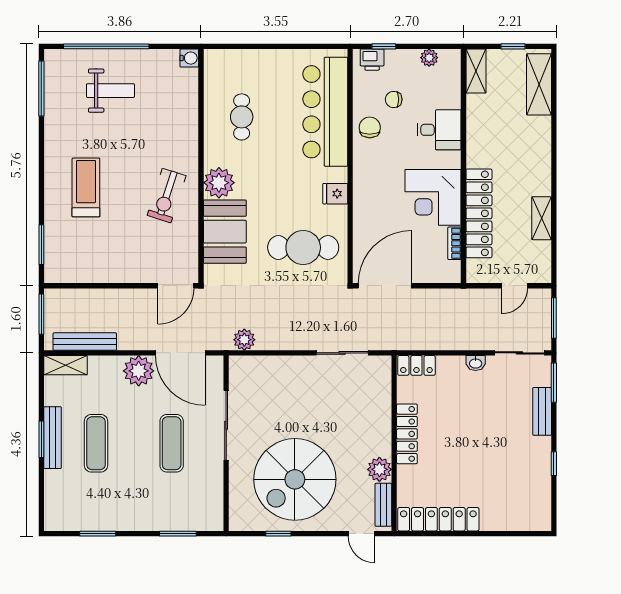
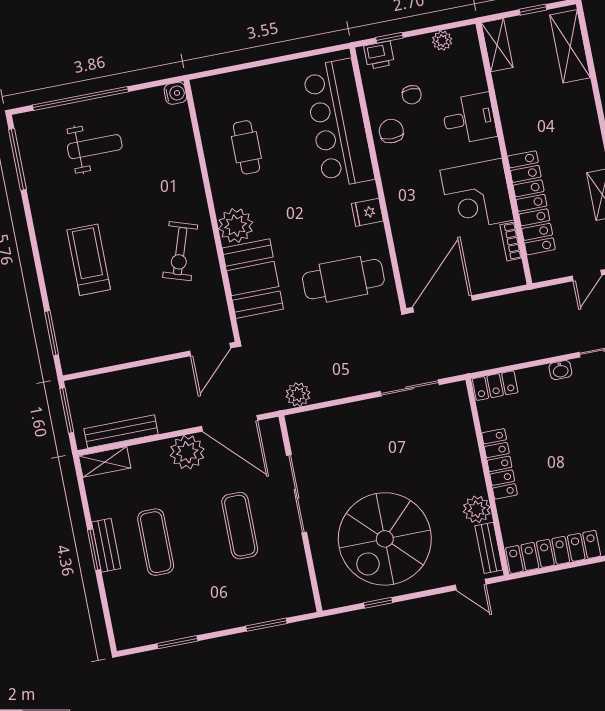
chair: (394, 99) -> (412, 95), turned -90
bench: (53, 438) -> (106, 545), width x0.73

